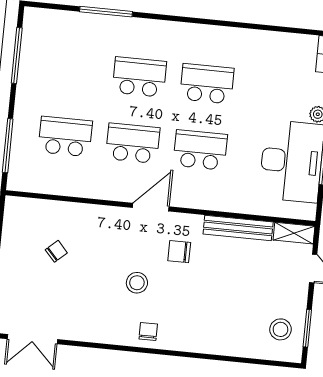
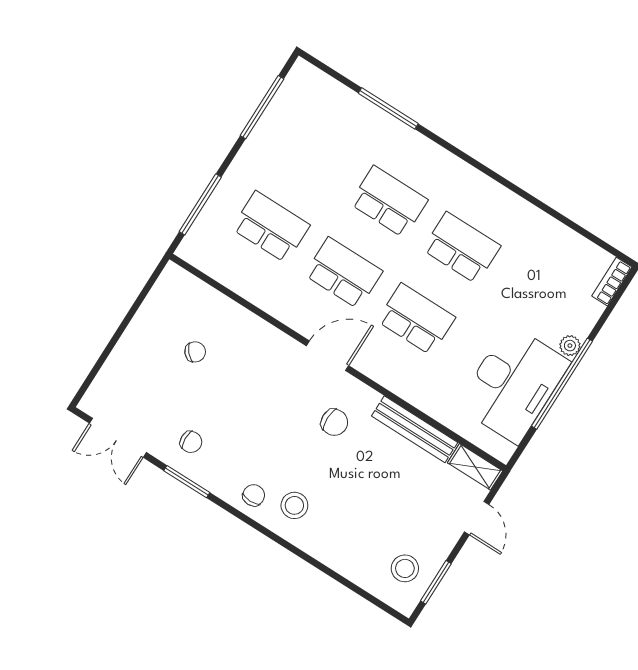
chair: (179, 252) -> (334, 422), turned 180
stool: (137, 283) -> (294, 505), moved
chair: (85, 316) -> (191, 442), added
window: (96, 346) -> (187, 482), added

